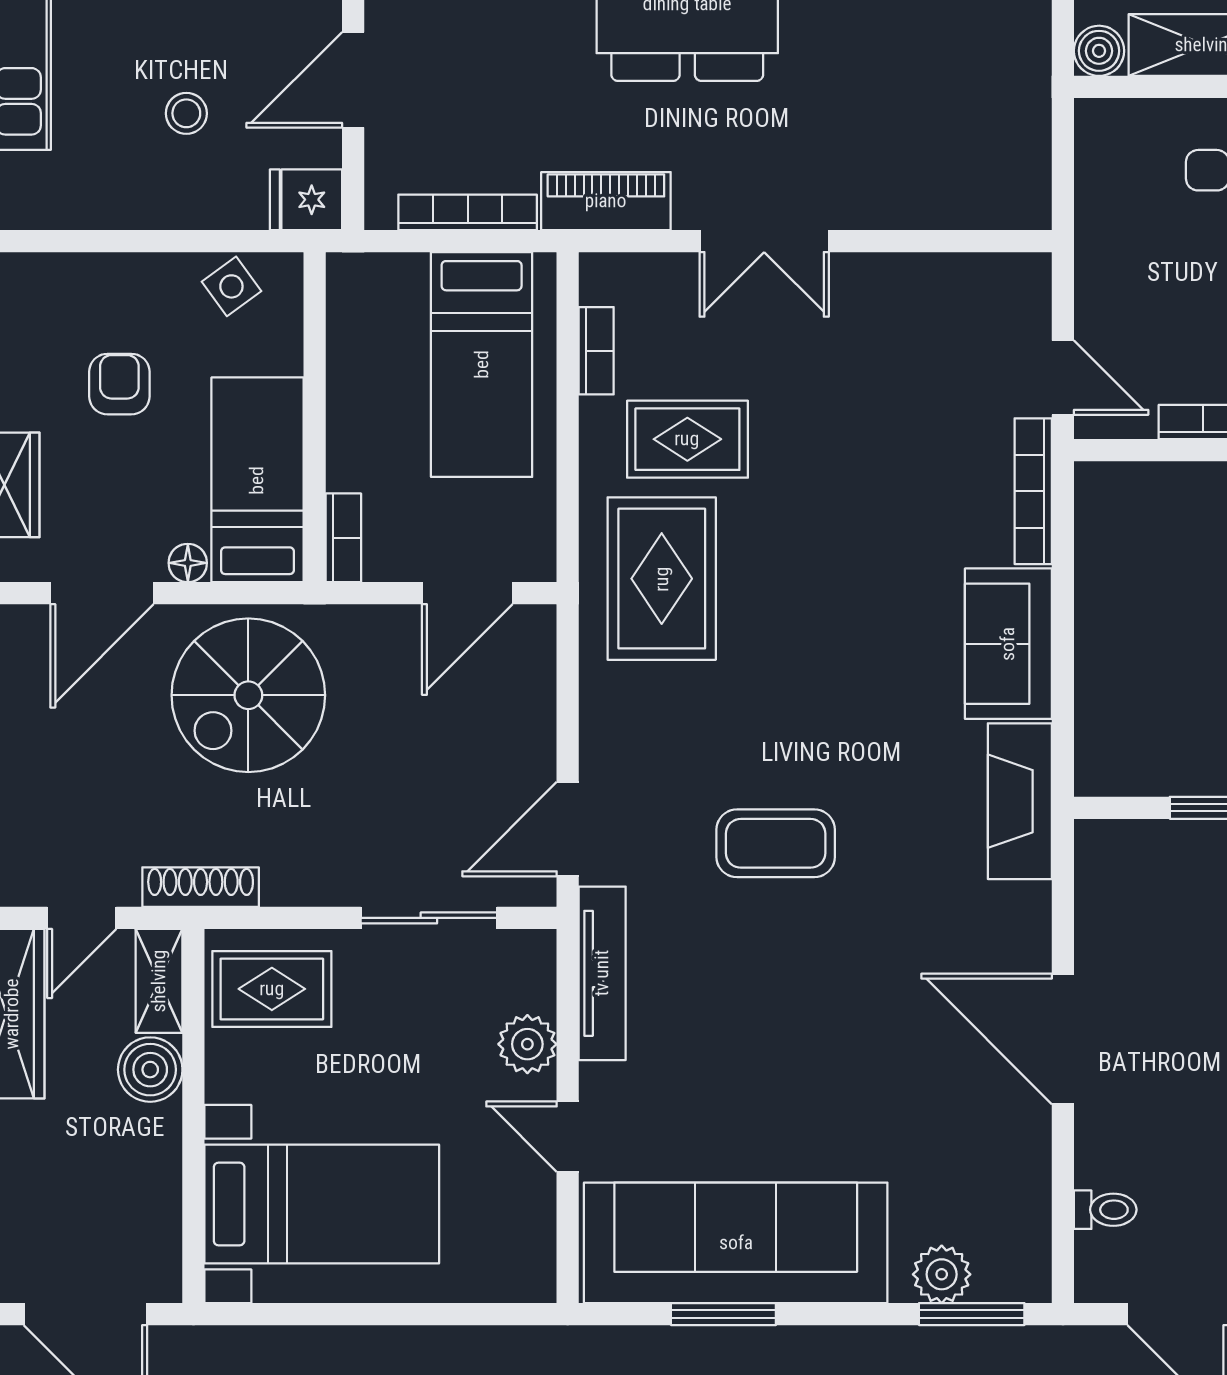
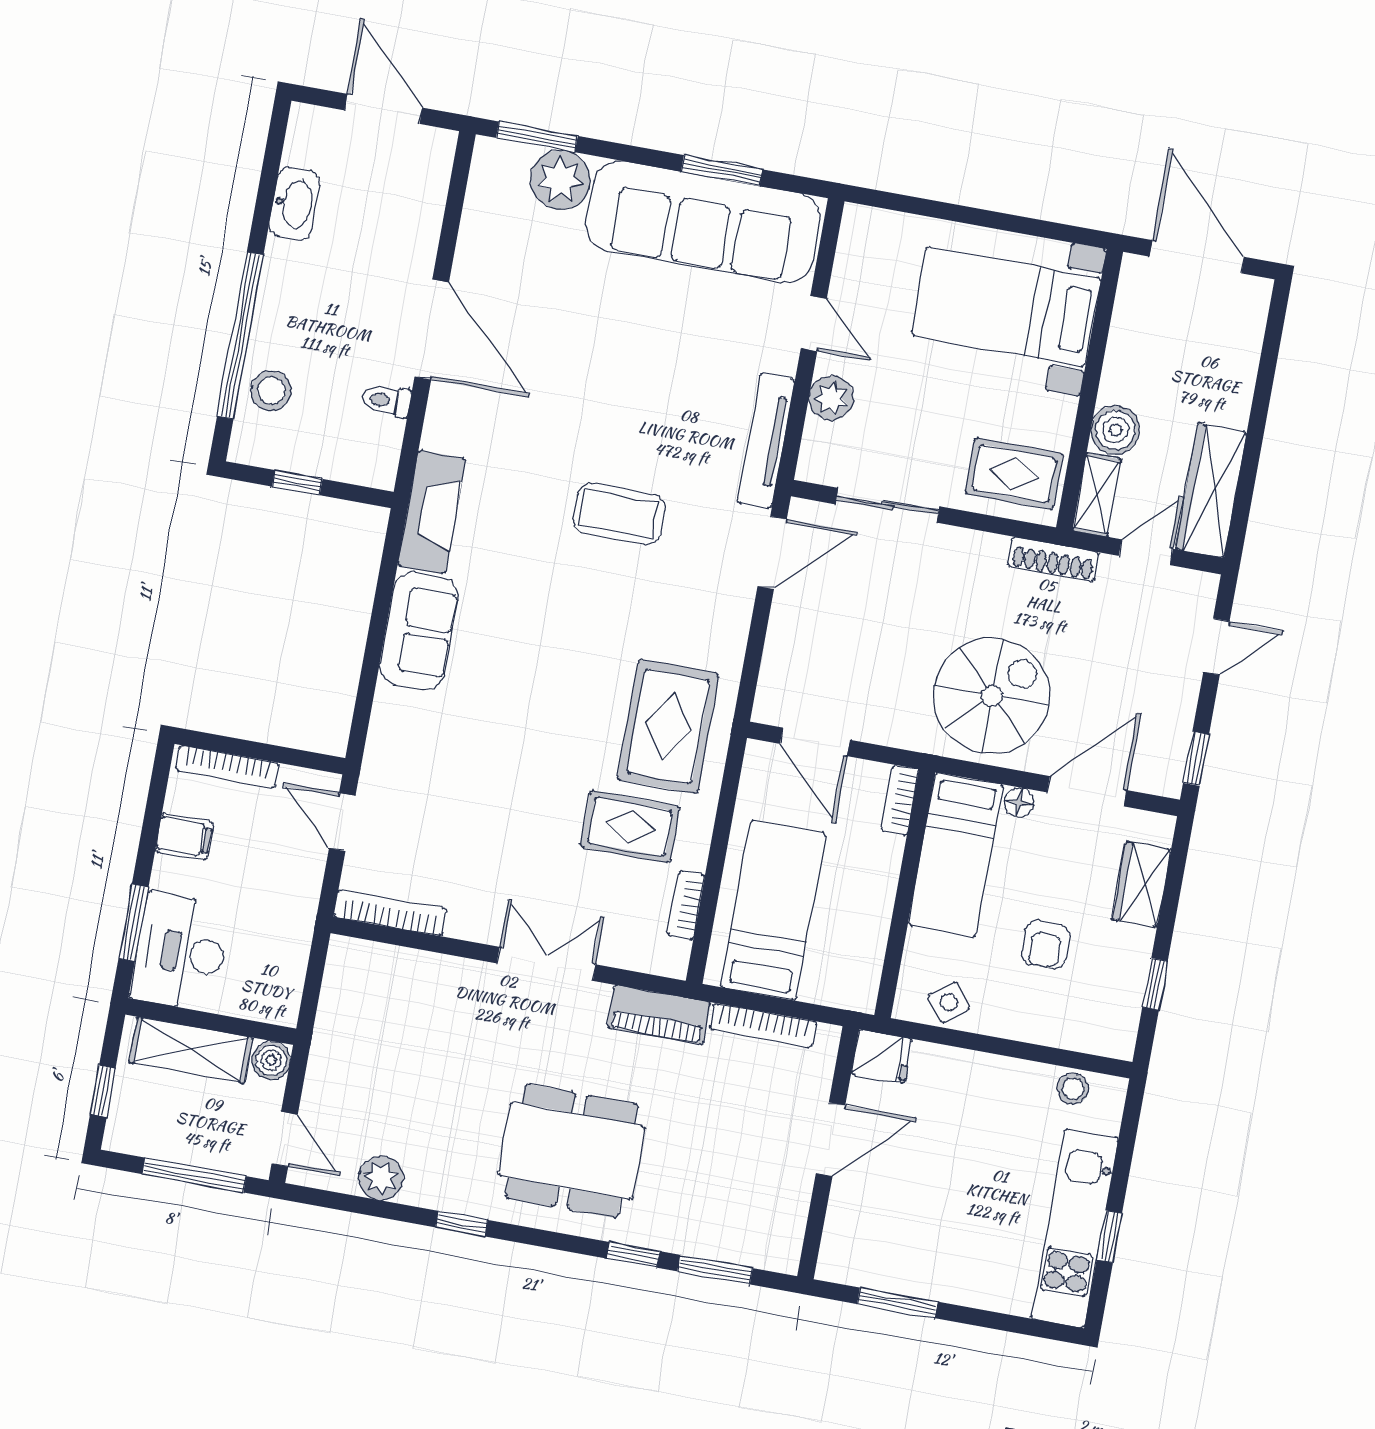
stool: (186, 113) -> (1073, 1089), moved
bookcase: (1033, 491) -> (390, 913), moved, turned -90
door: (467, 593) -> (815, 742), swing flipped
toilet: (1105, 1210) -> (386, 400), moved
plant: (942, 1274) -> (560, 180), width x1.36, depth x1.36

